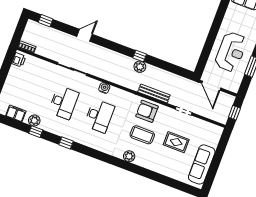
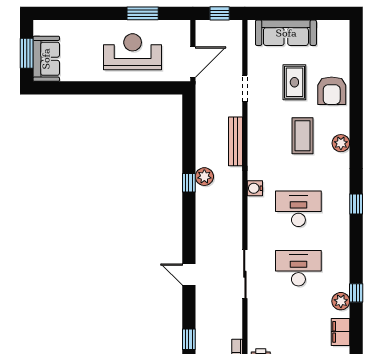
water cooler: (104, 88) -> (255, 188), moved
armchair: (147, 111) -> (332, 91), moved
window: (66, 143) -> (356, 204), moved
sofa: (202, 164) -> (286, 33), moved

